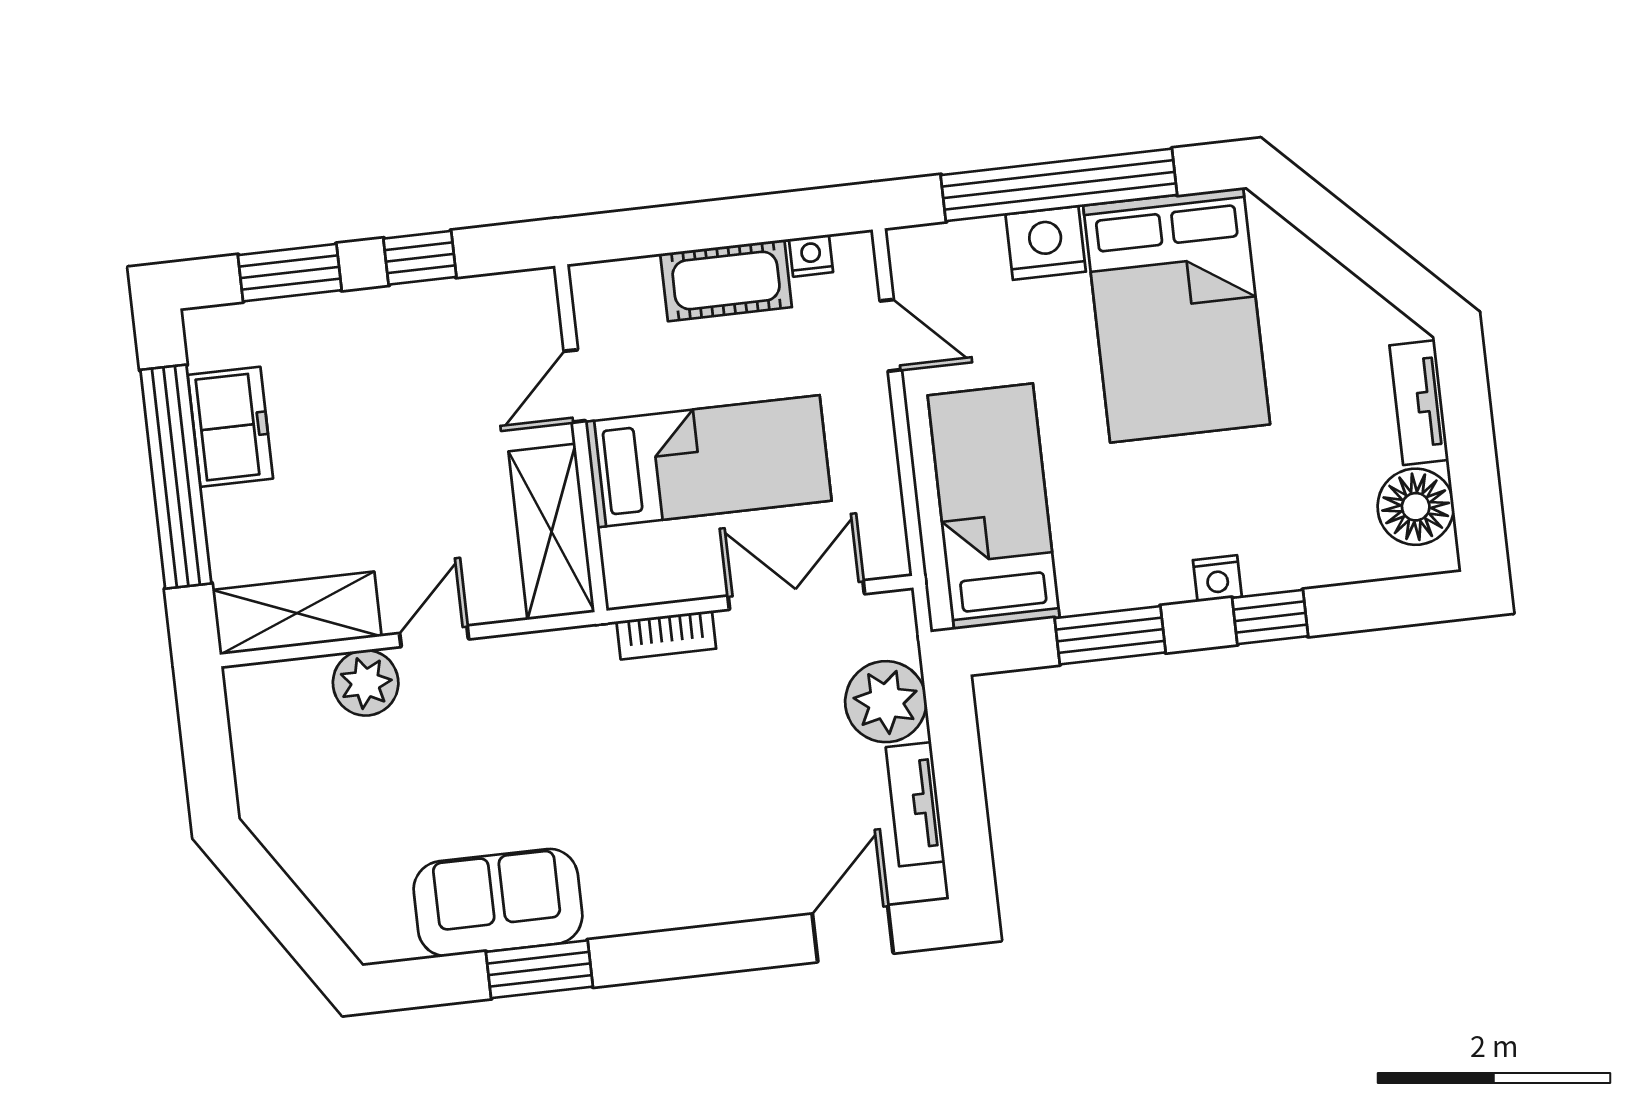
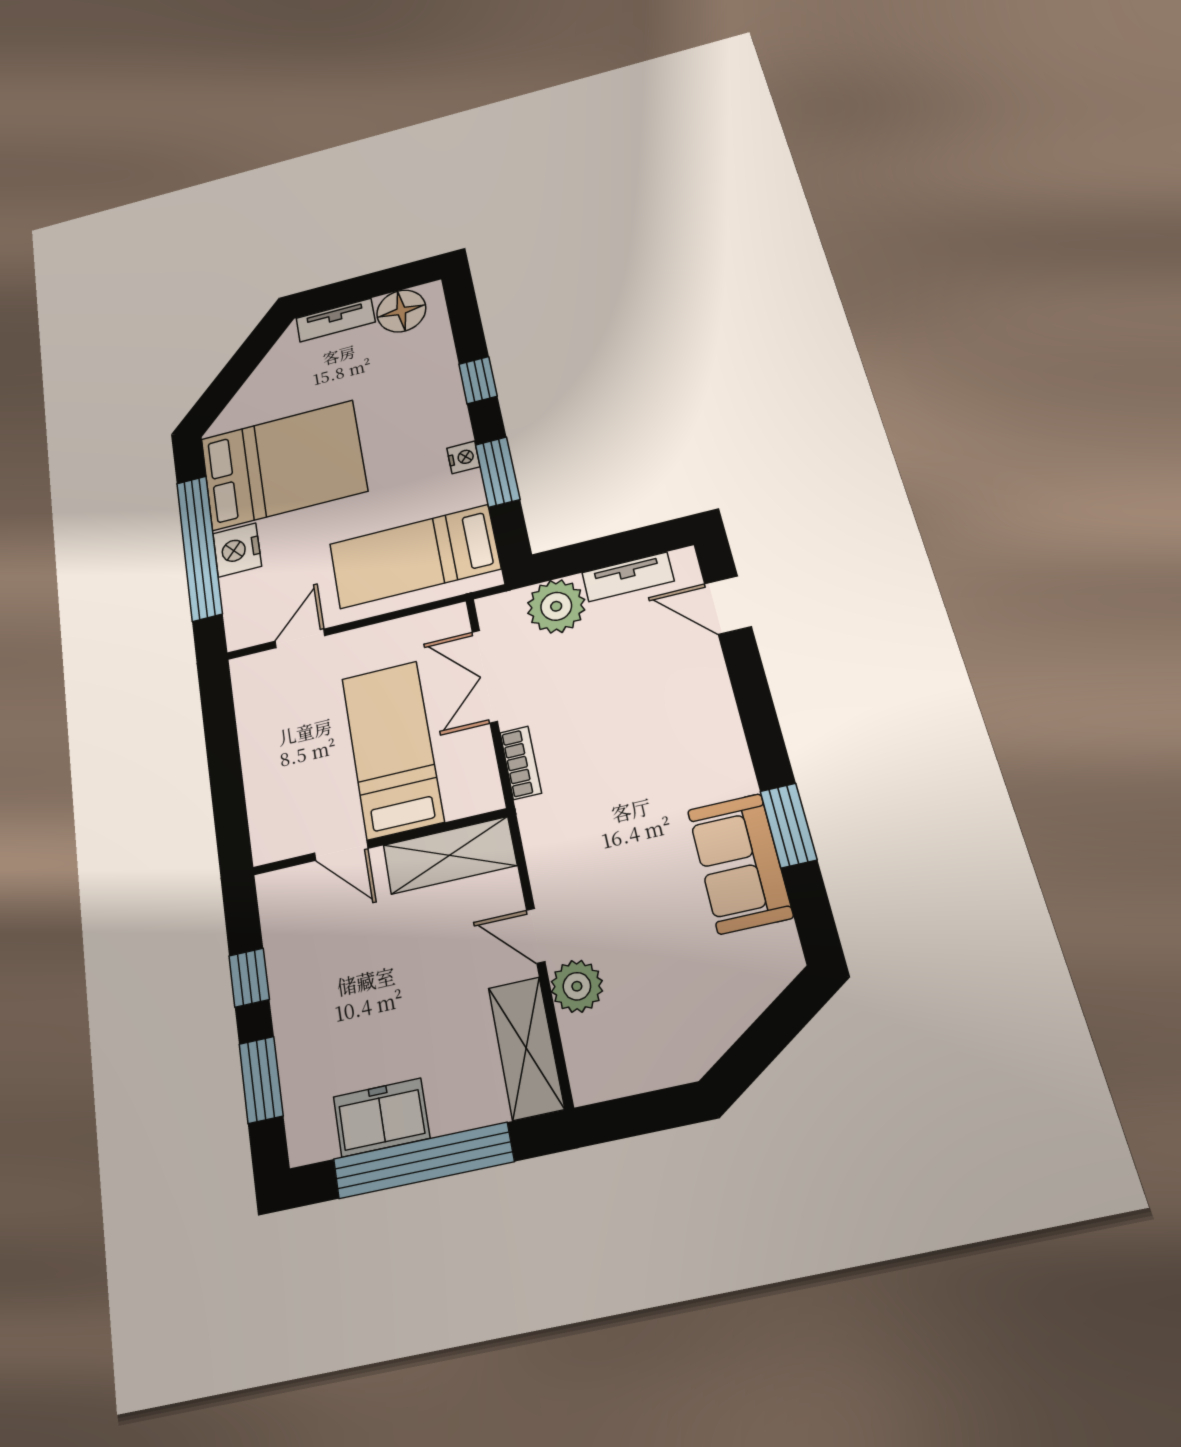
nightstand: (811, 256) -> (246, 698), removed
cot: (726, 280) -> (264, 753), removed
nightstand: (1217, 578) -> (463, 457), moved

